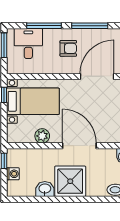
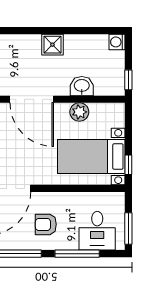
washing machine: (13, 174) -> (117, 42), moved
shower: (70, 181) -> (52, 45), width x0.54, depth x0.54
washbasin: (45, 189) -> (82, 86), moved, turned 180

